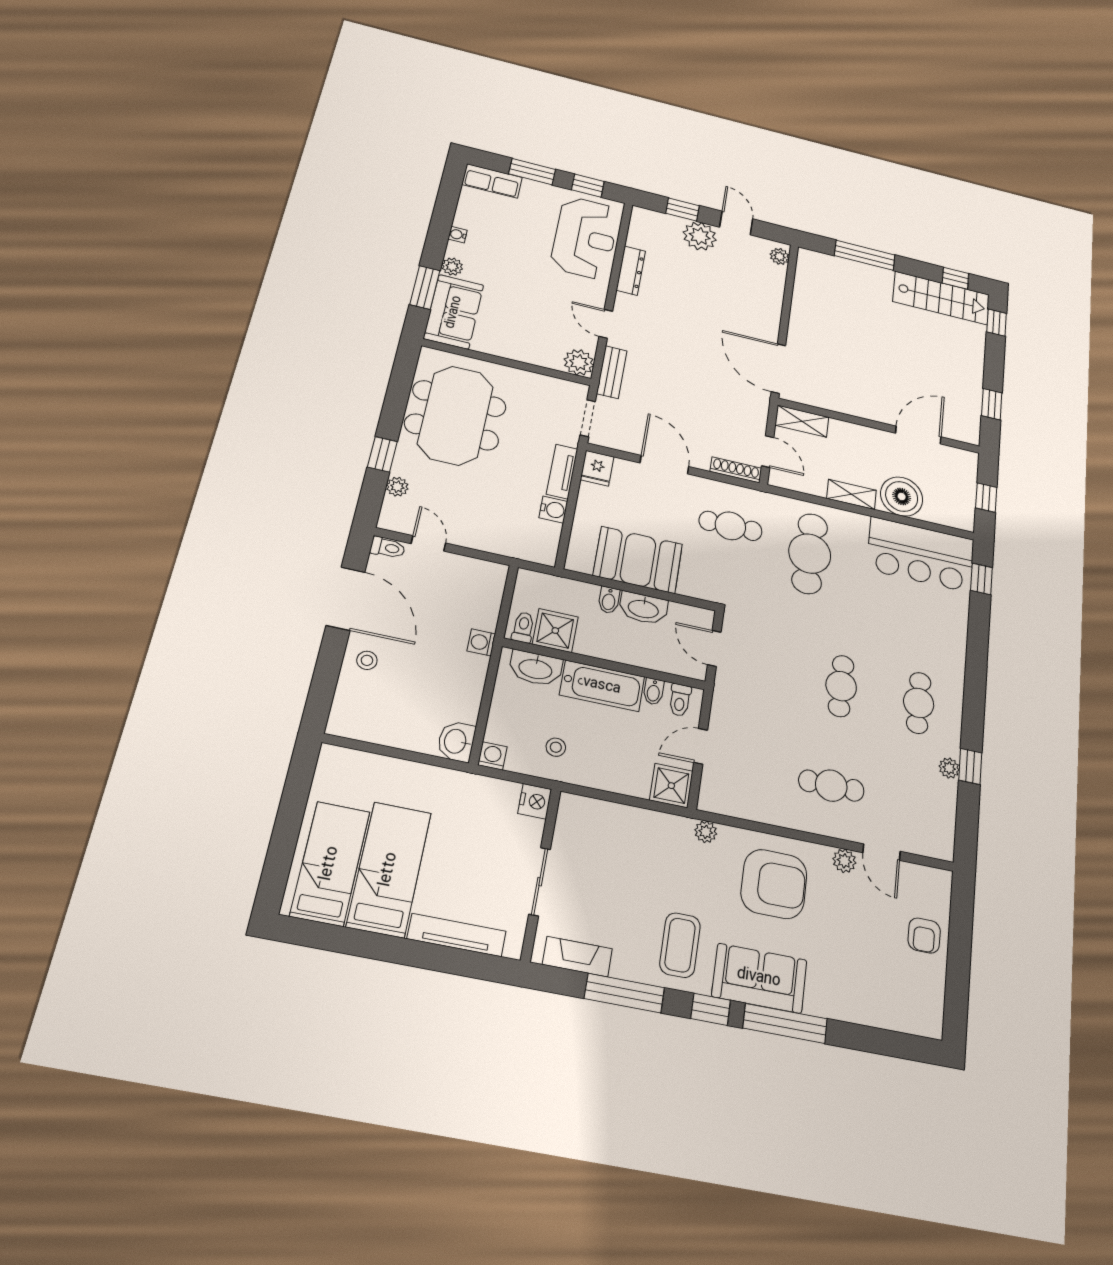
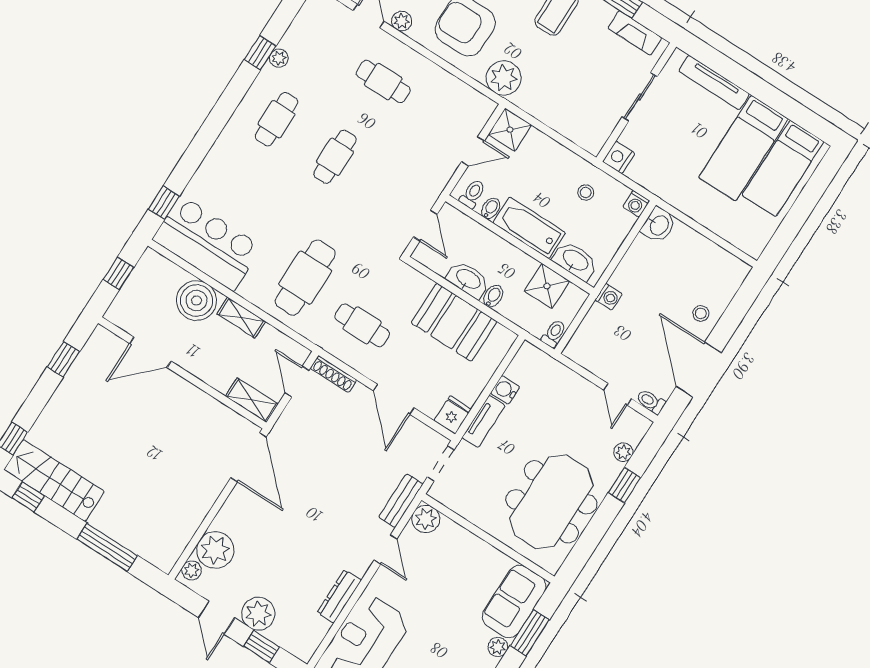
plant: (767, 279) -> (215, 550), added
toilet: (523, 627) -> (554, 333), moved, turned 180
plant: (706, 832) -> (504, 78), width x1.88, depth x1.88

